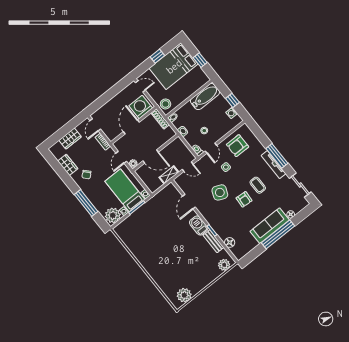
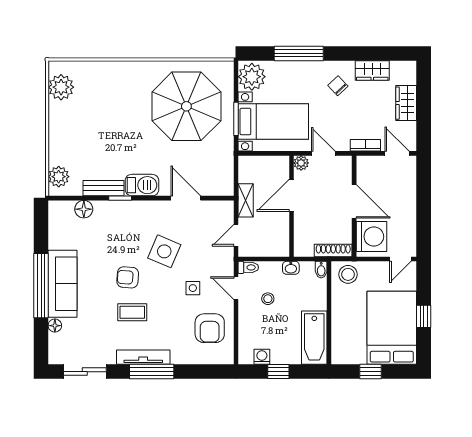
armchair: (238, 146) -> (210, 328), turned 180
parasol: (149, 234) -> (186, 106), added

